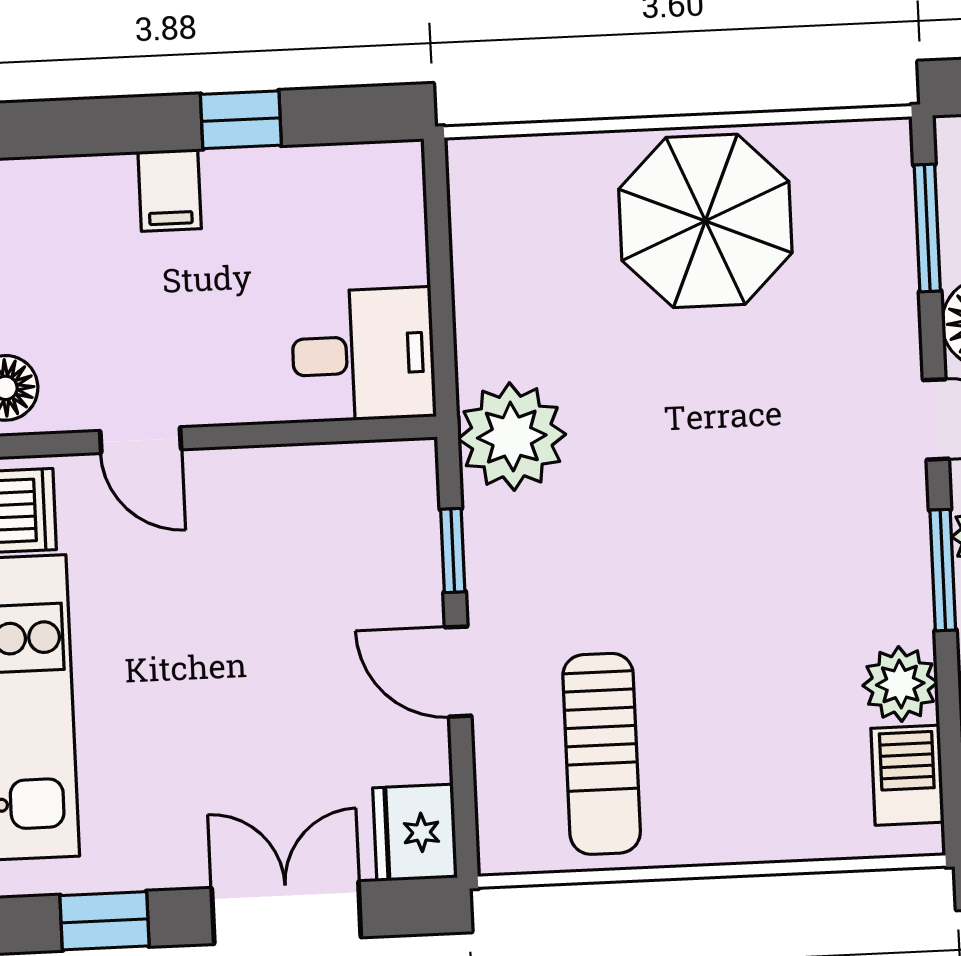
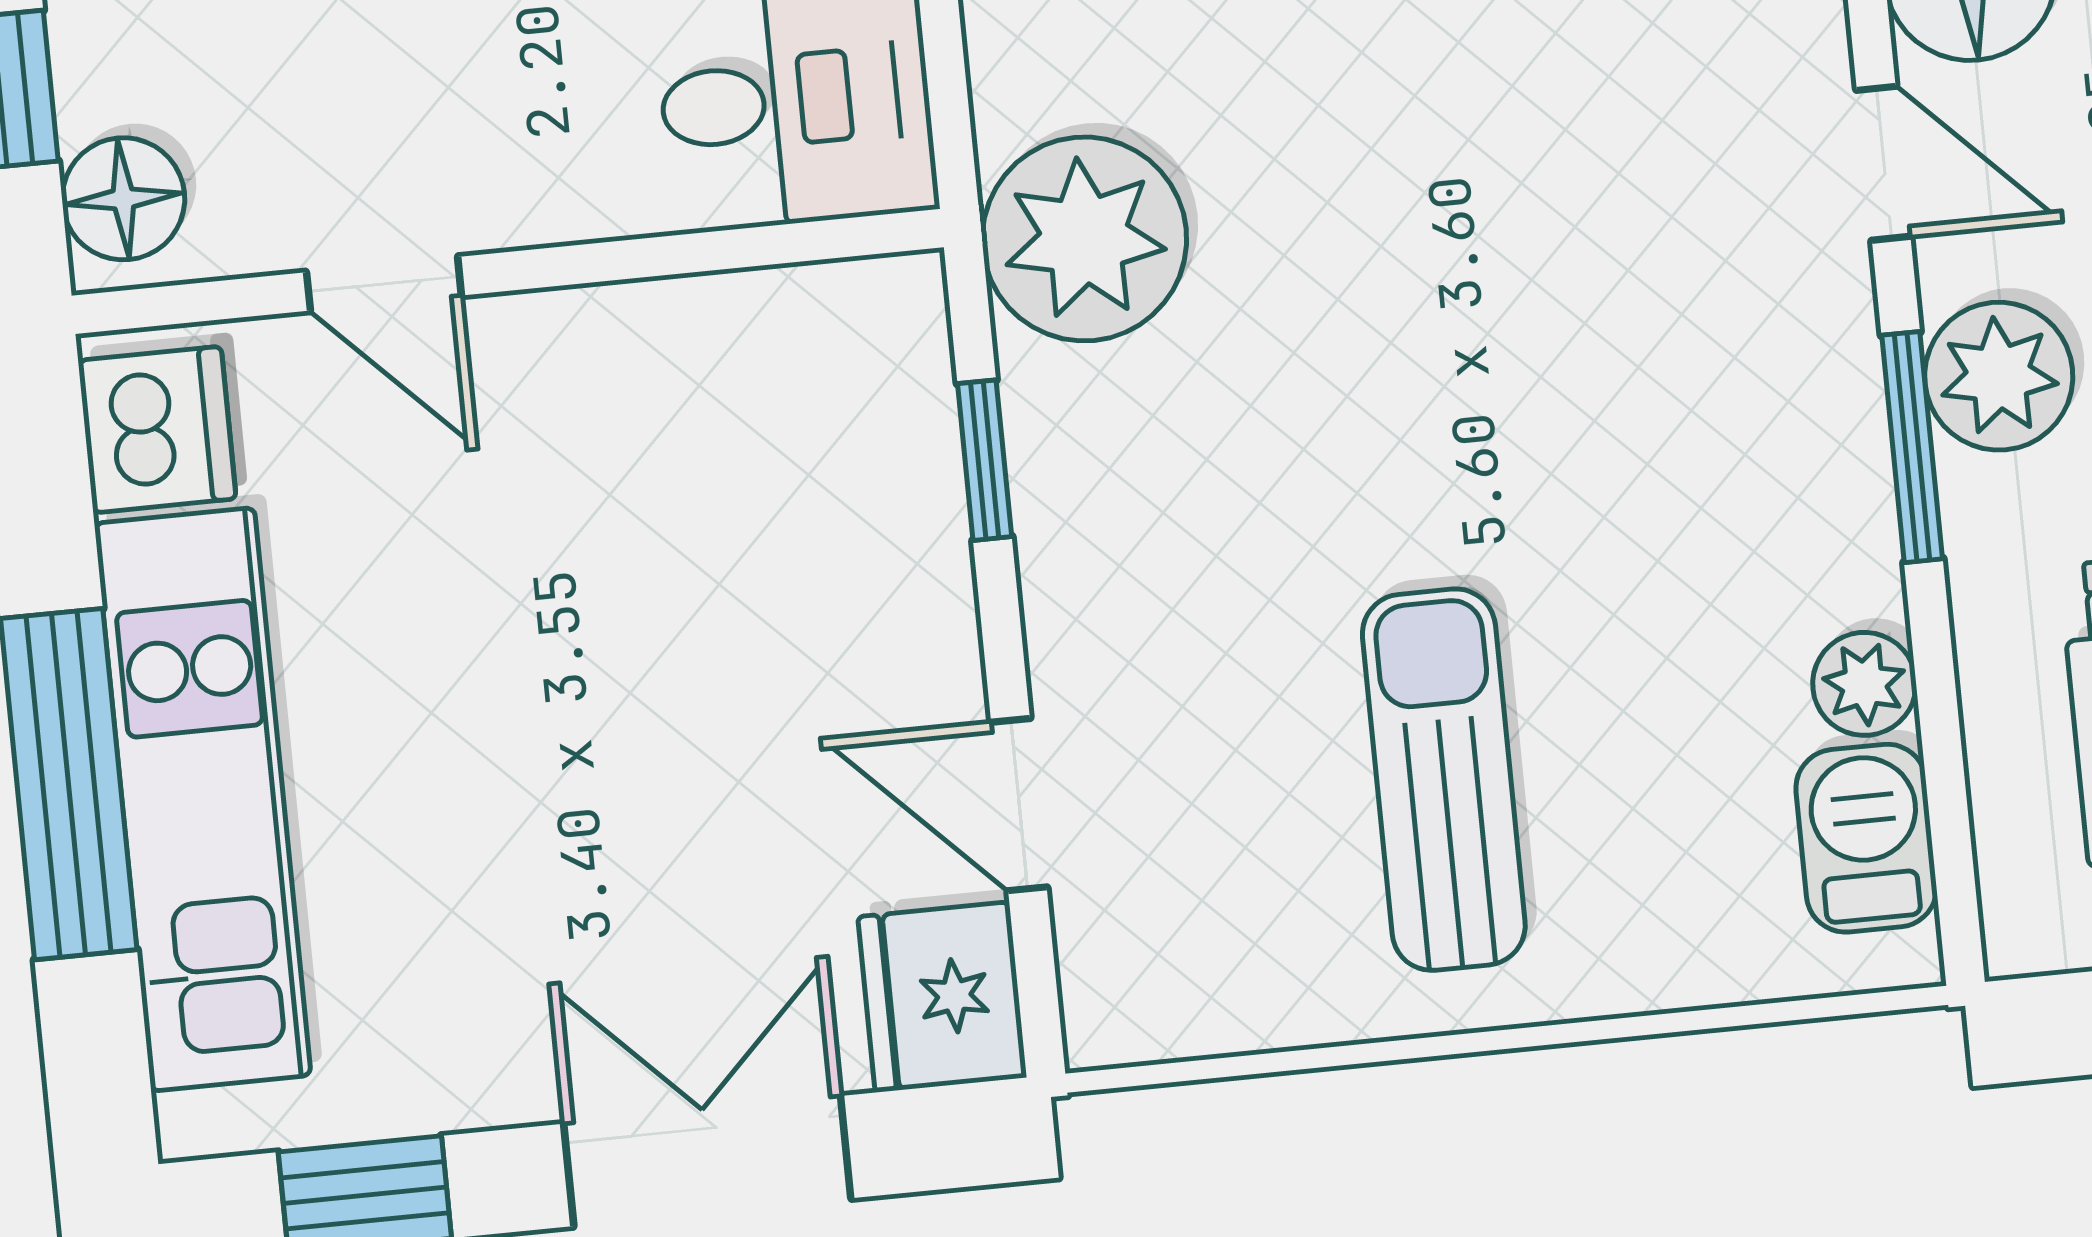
door: (458, 672) -> (1019, 805), moved
plant: (900, 684) -> (1864, 684), width x0.73, depth x0.73
sun lounger: (602, 754) -> (1444, 780), moved, turned 180

